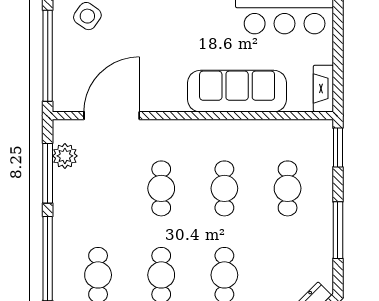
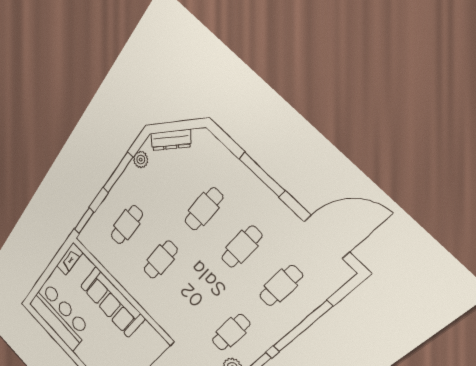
cafe table: (161, 188) -> (231, 332), moved
plant: (323, 263) -> (141, 160), added

